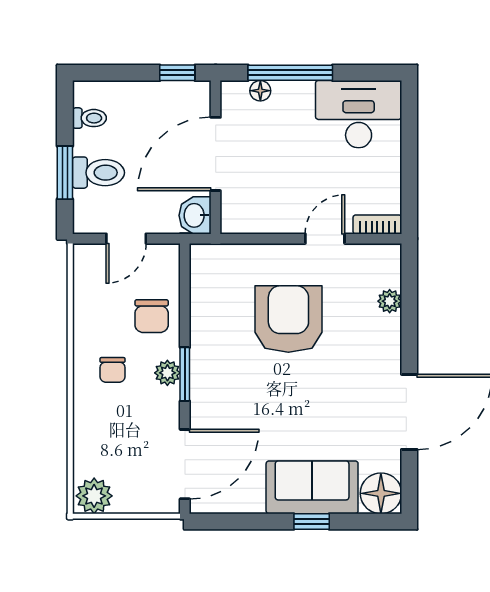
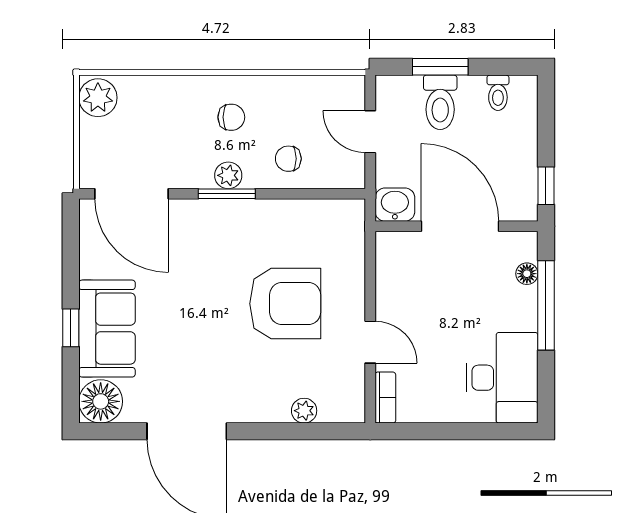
chair: (152, 316) -> (288, 159), width x0.73, depth x0.73
chair: (113, 370) -> (231, 117), turned 180

